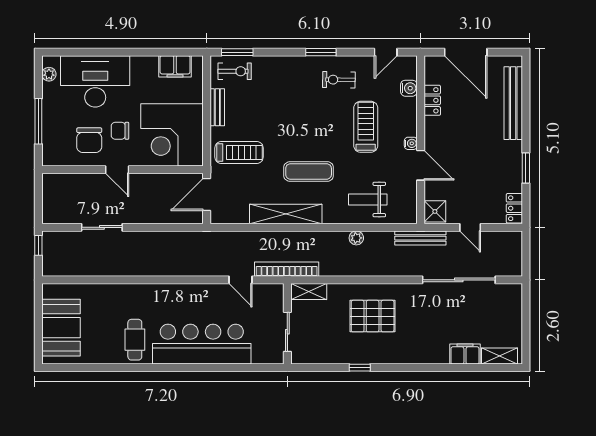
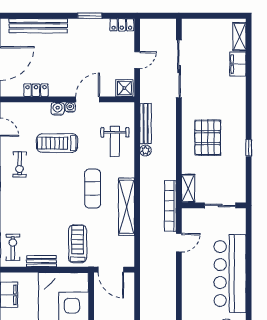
water cooler: (409, 88) -> (58, 109), moved
bench: (420, 238) -> (146, 124), moved

